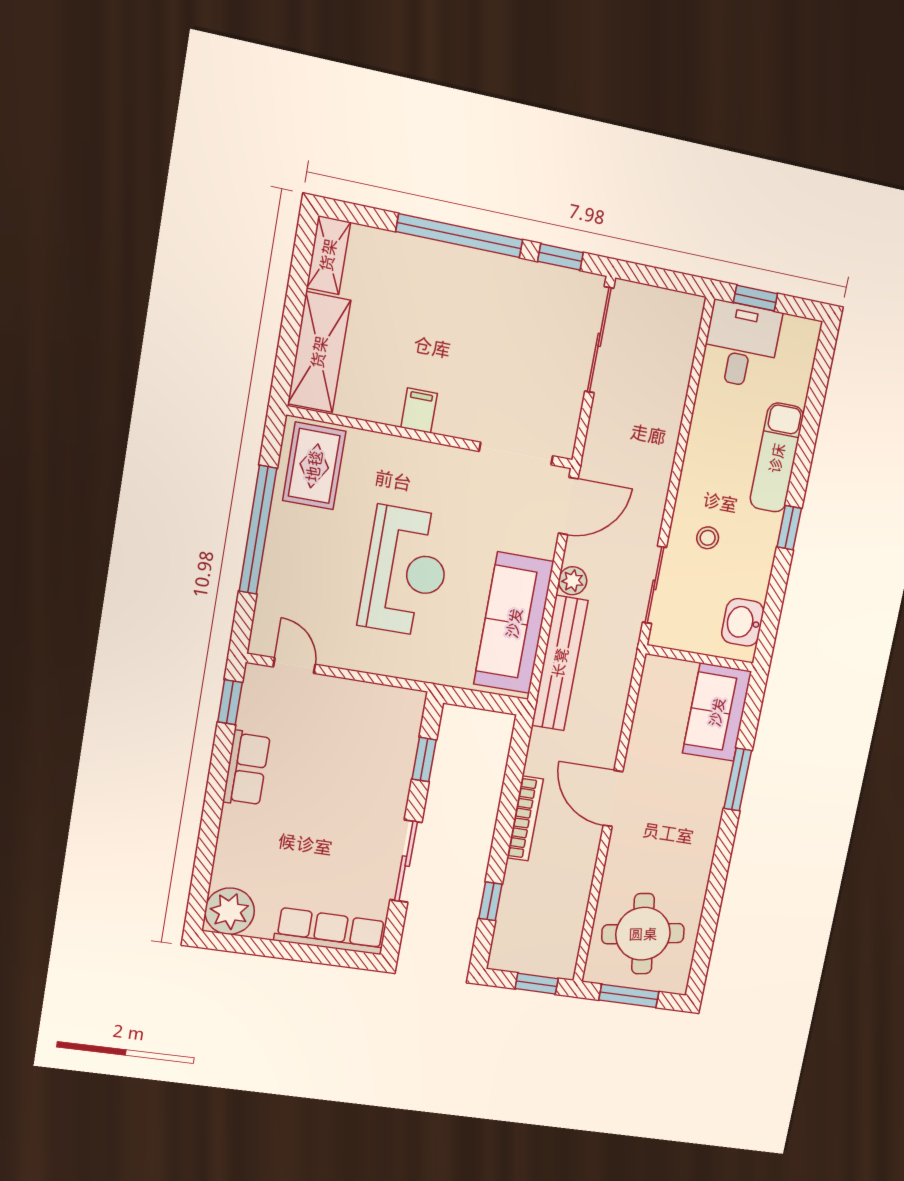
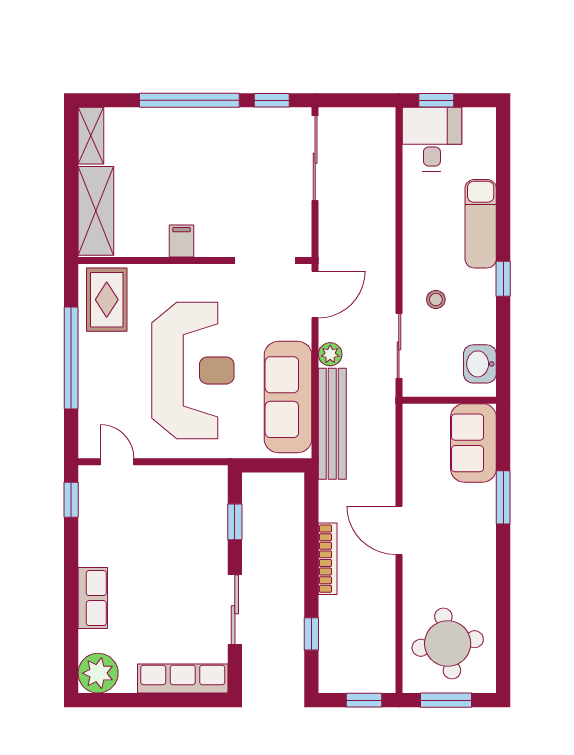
reception desk: (405, 571) -> (193, 370), width x1.36, depth x1.30
row of seats: (246, 768) -> (93, 598), moved

